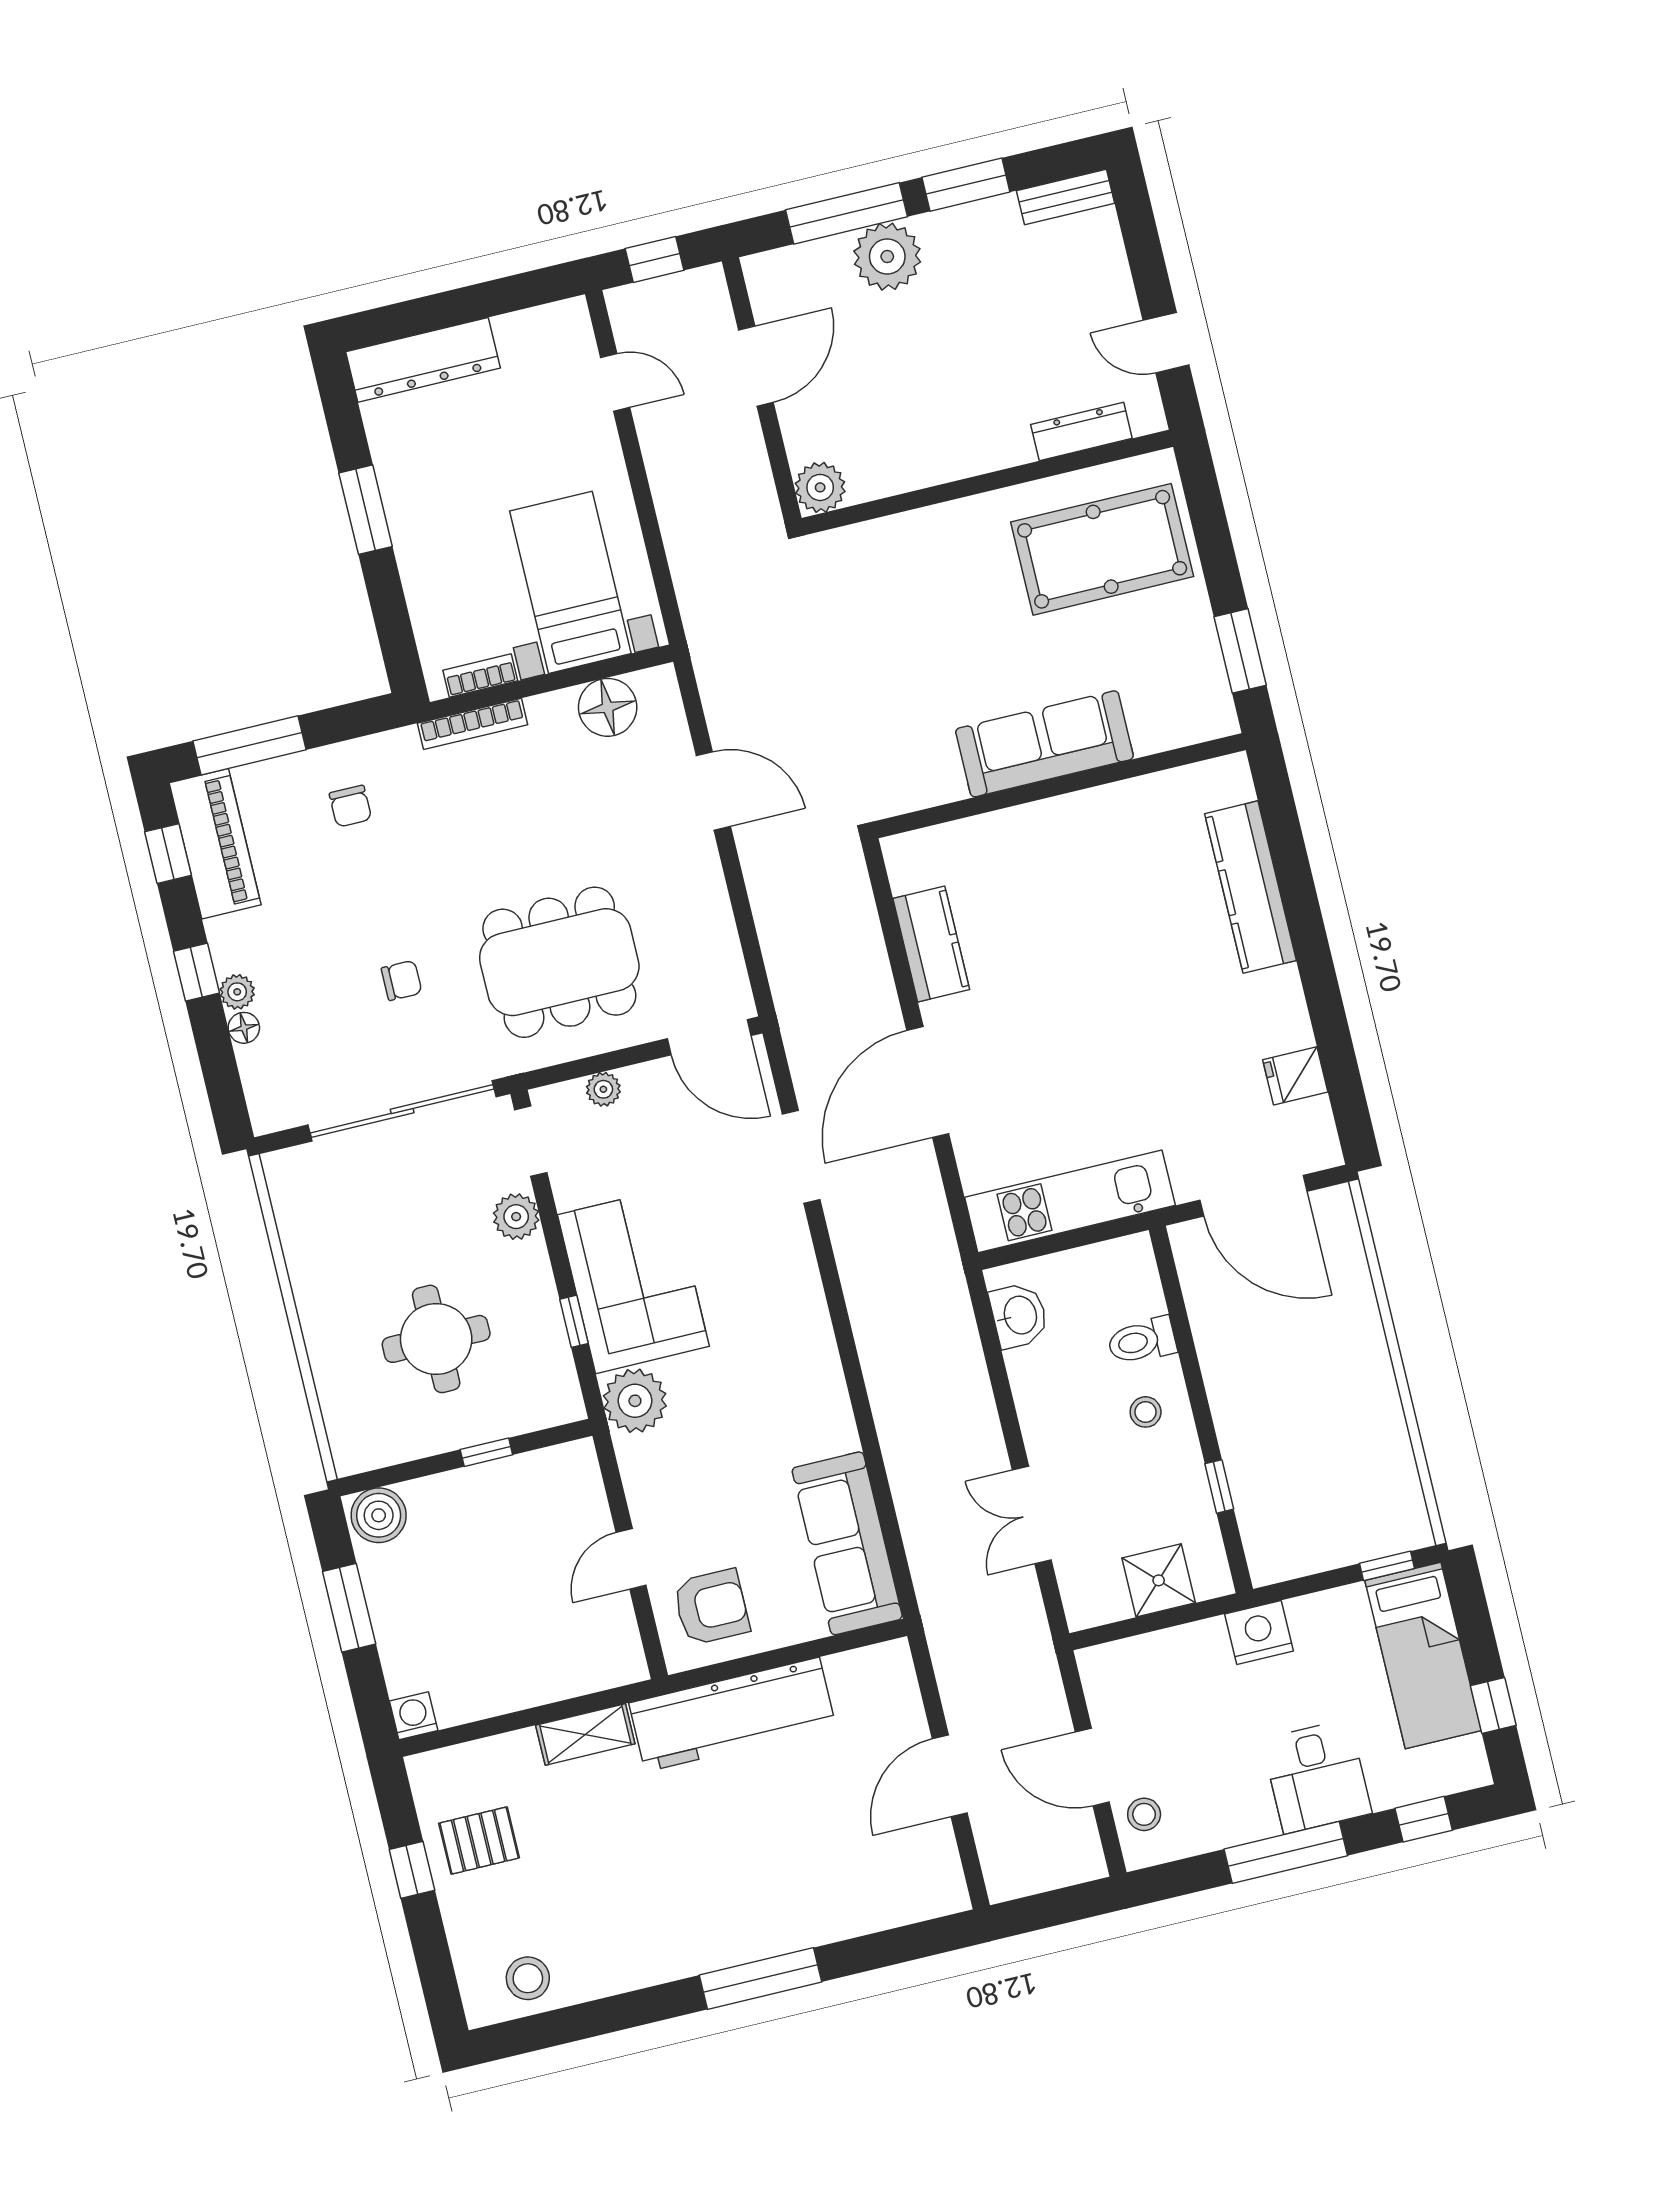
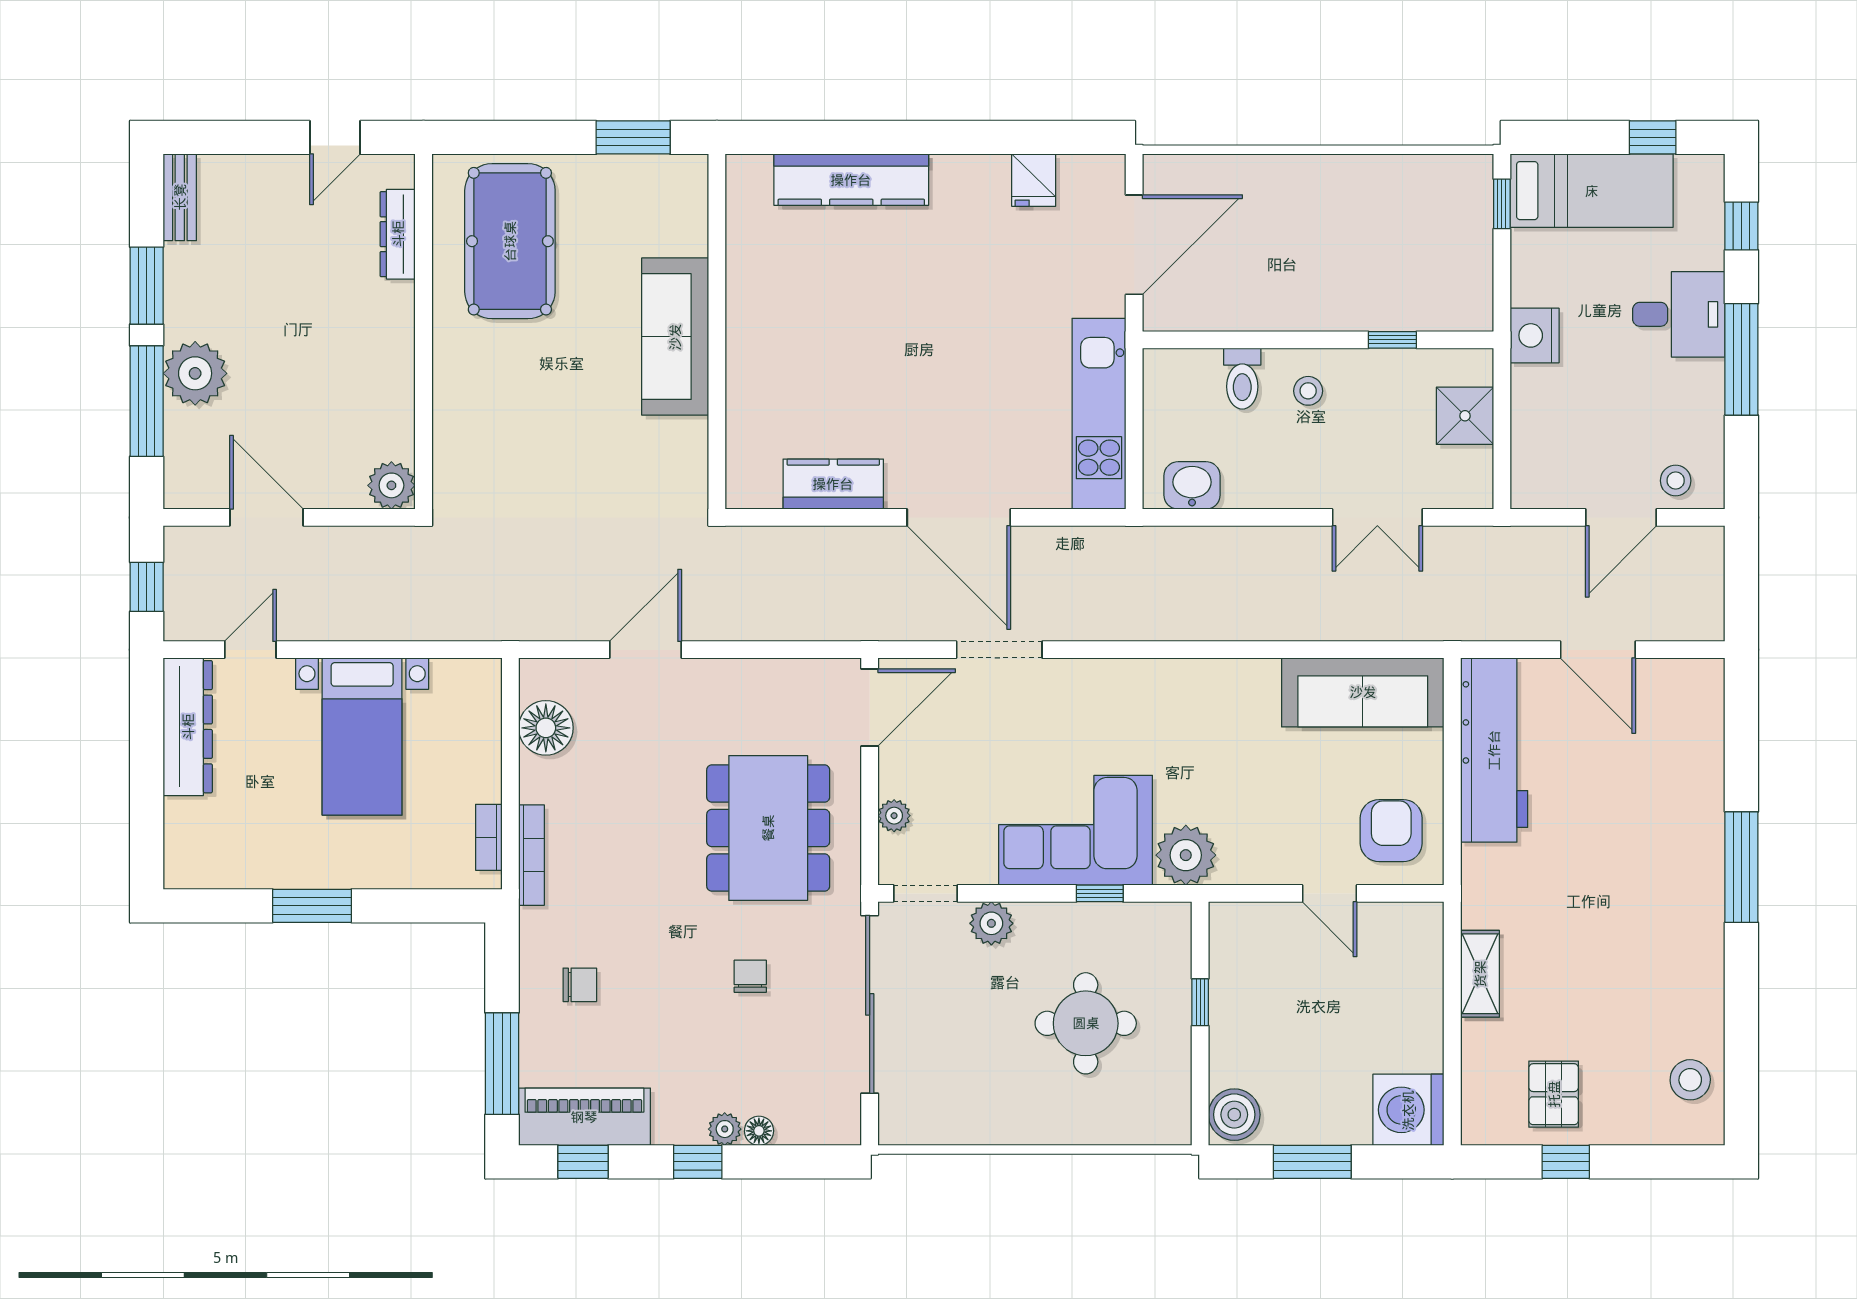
dresser: (423, 360) -> (188, 727), moved
bed with nightstands: (570, 582) -> (362, 737), moved, turned -90
workbench: (732, 1715) -> (1494, 750), moved
washing machine: (414, 1716) -> (1408, 1110), width x1.89, depth x1.89

